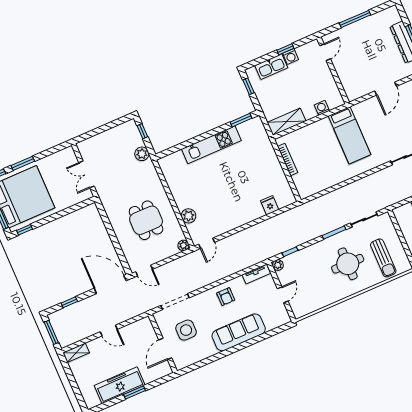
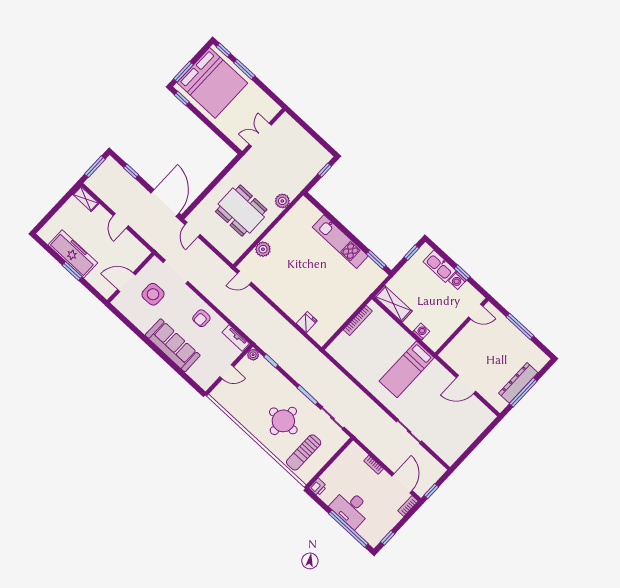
plant: (142, 154) -> (282, 201), moved
dining table: (146, 220) -> (241, 211), width x1.38
plant: (183, 245) -> (233, 257), removed

